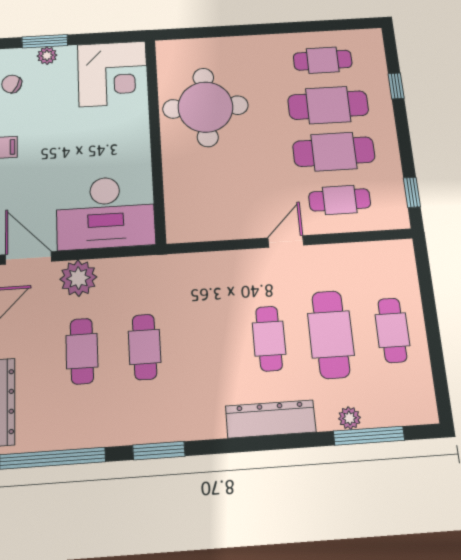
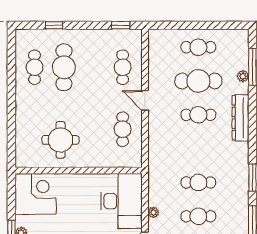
round table: (205, 107) -> (61, 140), width x0.73, depth x0.73
cafe table: (334, 152) -> (123, 129), moved, width x0.73, depth x0.74
plant: (78, 278) -> (153, 212), width x0.53, depth x0.53

